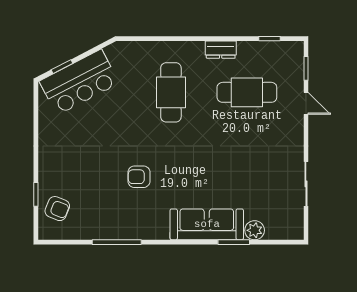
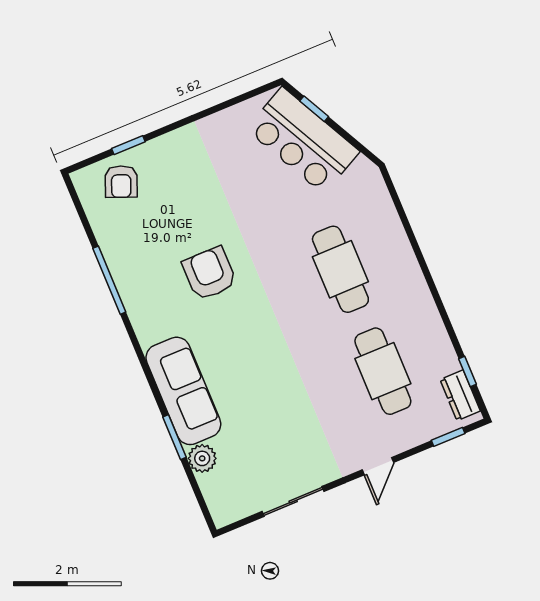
dresser: (221, 50) -> (460, 395), moved
cafe table: (171, 92) -> (340, 269), turned 90
door: (306, 103) -> (378, 466), moved
armchair: (139, 177) -> (209, 273), width x1.38, depth x1.38

